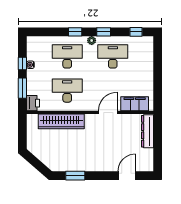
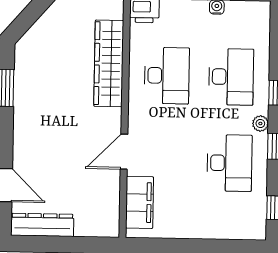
door: (108, 112) -> (124, 152), swing flipped
dresser: (147, 131) -> (42, 225), moved

